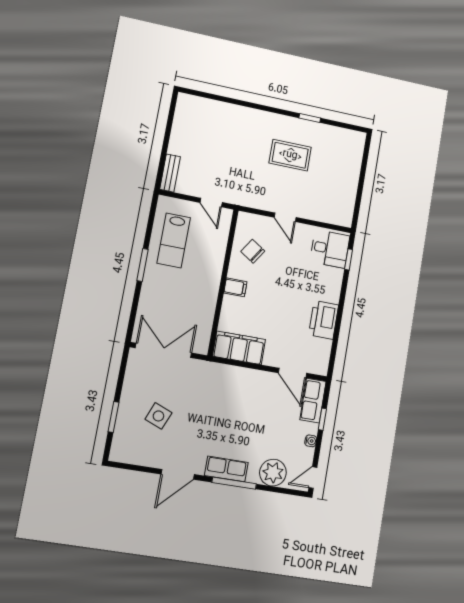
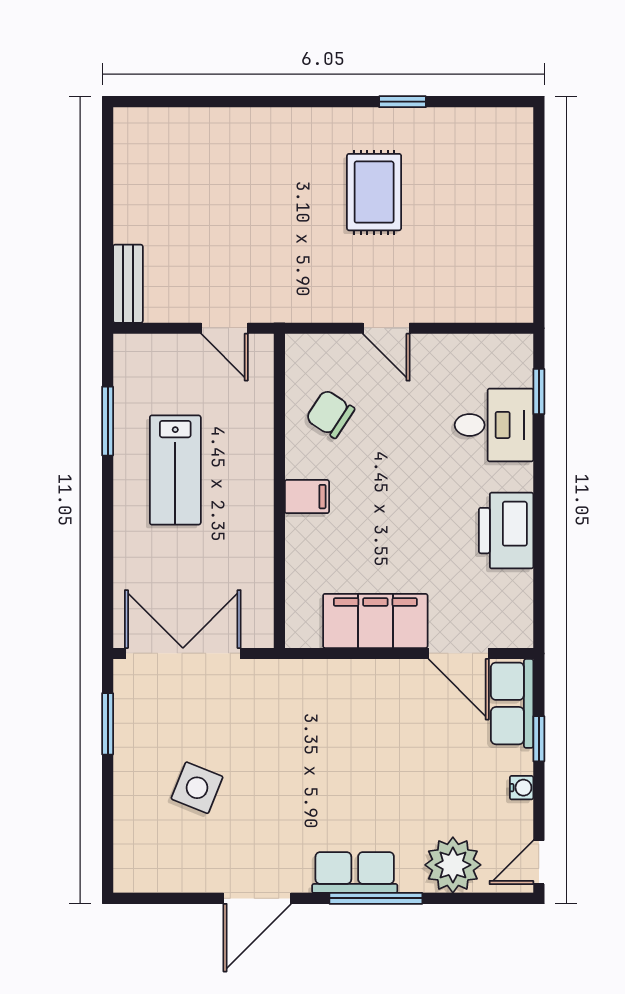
rug: (290, 155) -> (374, 192), turned 90
lab bench: (174, 240) -> (175, 470), moved
desk: (330, 249) -> (494, 425), moved
window: (142, 265) -> (108, 421), moved
filing cabinet: (239, 348) -> (375, 621), moved
window: (114, 417) -> (108, 724), moved

